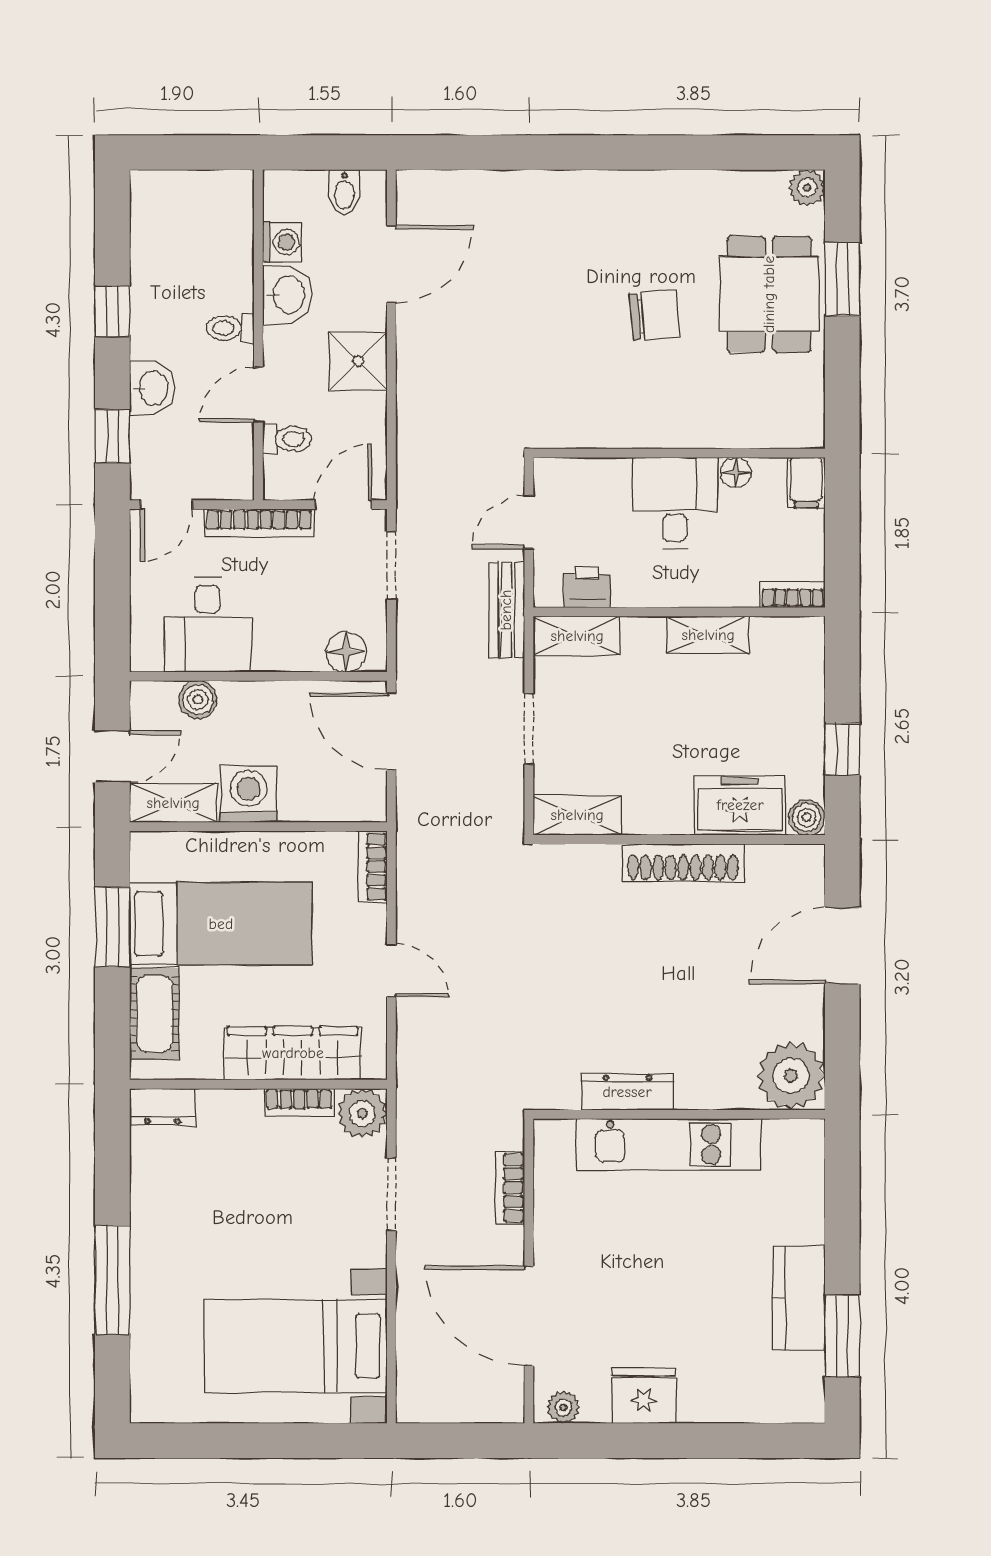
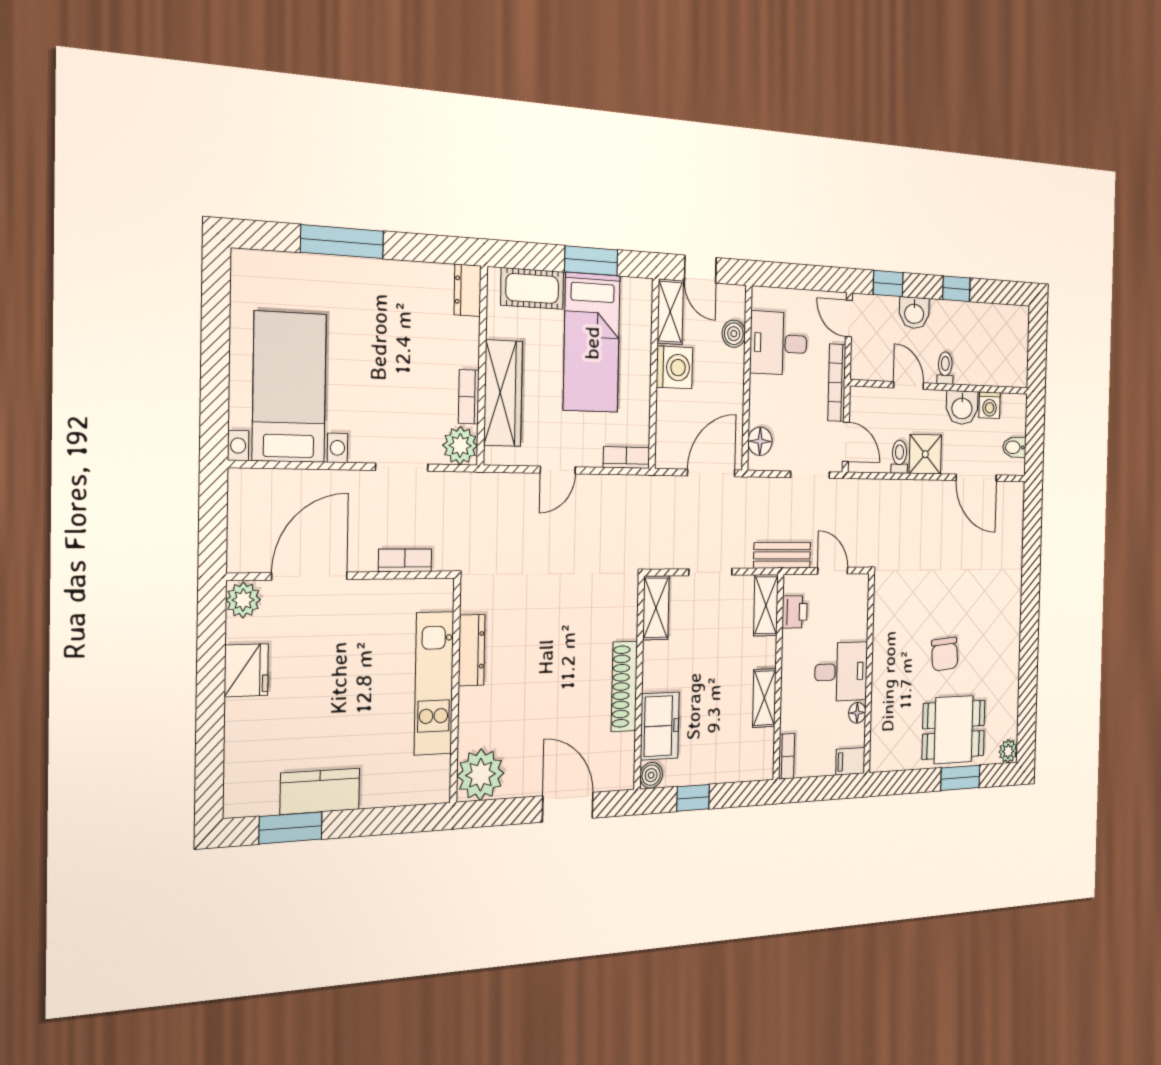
toilet: (287, 439) -> (899, 457), moved, turned 180
plant: (563, 1407) -> (243, 600), width x1.38, depth x1.38

